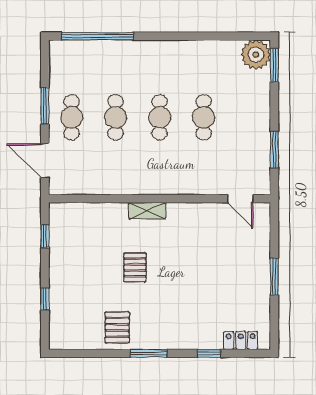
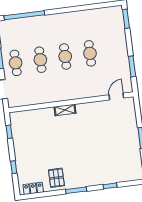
plant: (256, 55) -> (115, 14), removed
door: (240, 199) -> (116, 96), swing flipped
pallet: (135, 267) -> (62, 143), removed
locker: (241, 340) -> (33, 188), moved

